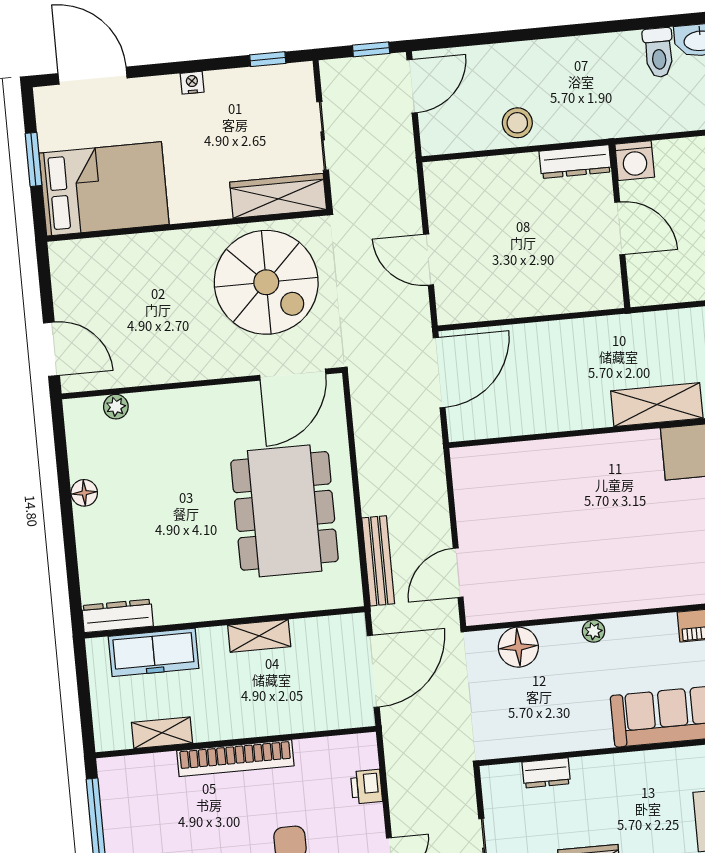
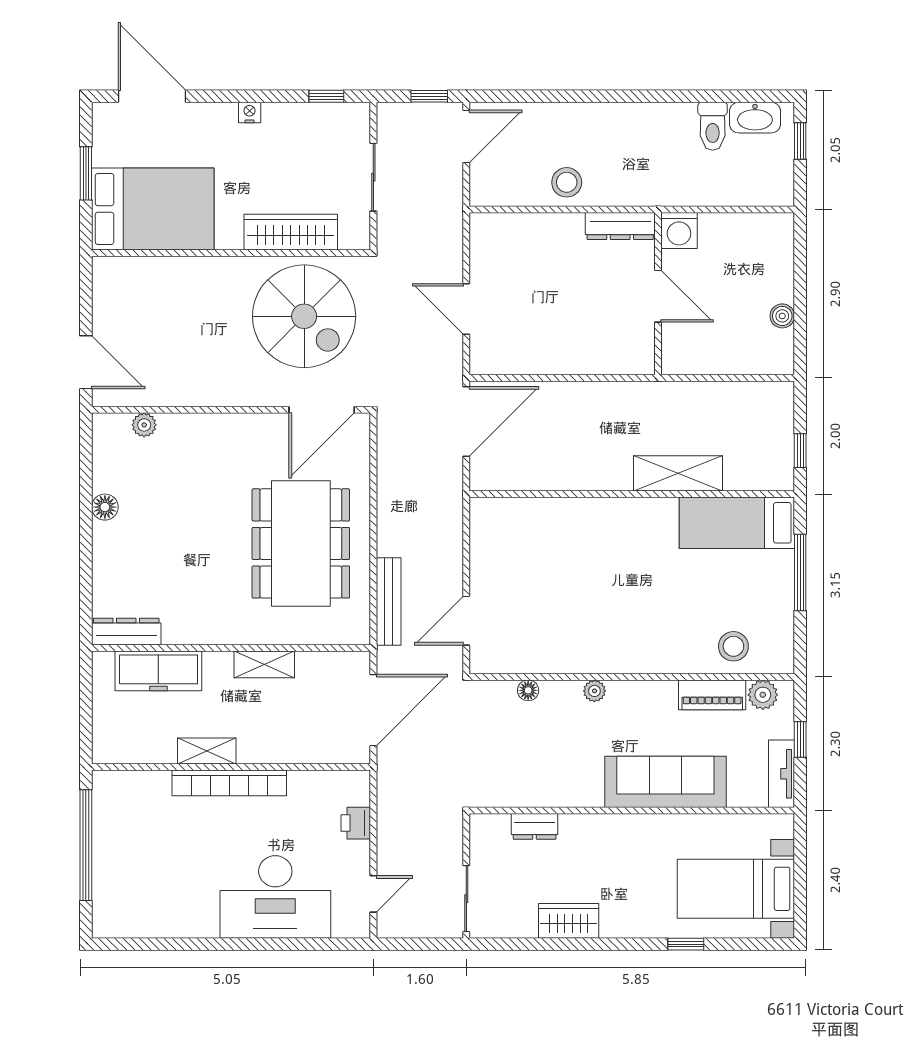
wardrobe: (278, 196) -> (291, 232), moved
floor lamp: (518, 647) -> (528, 690), width x0.53, depth x0.53
shelving: (162, 733) -> (207, 751), moved

